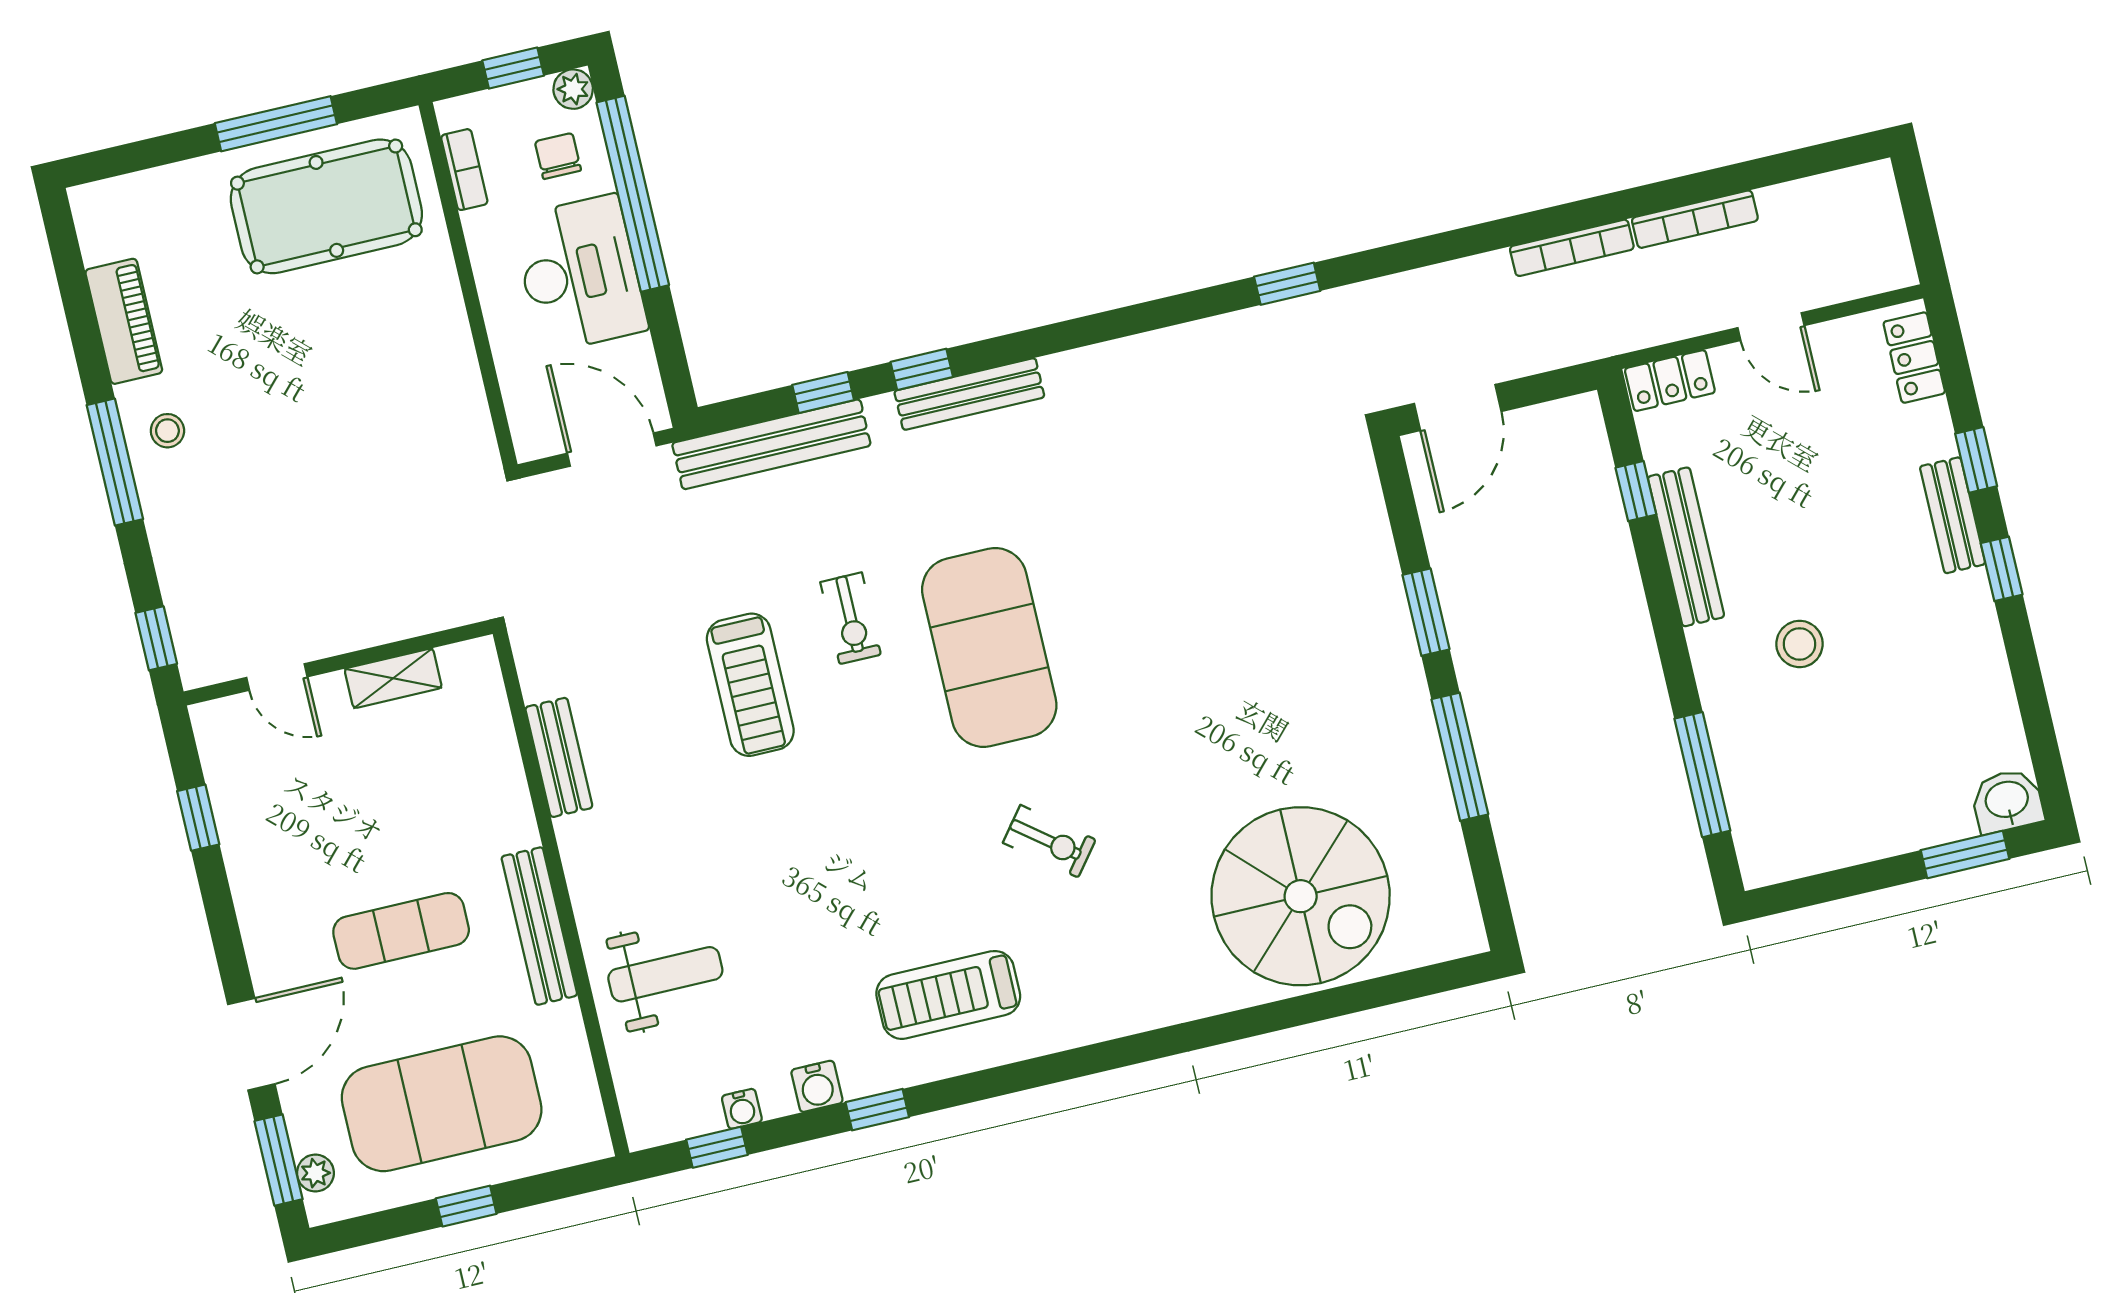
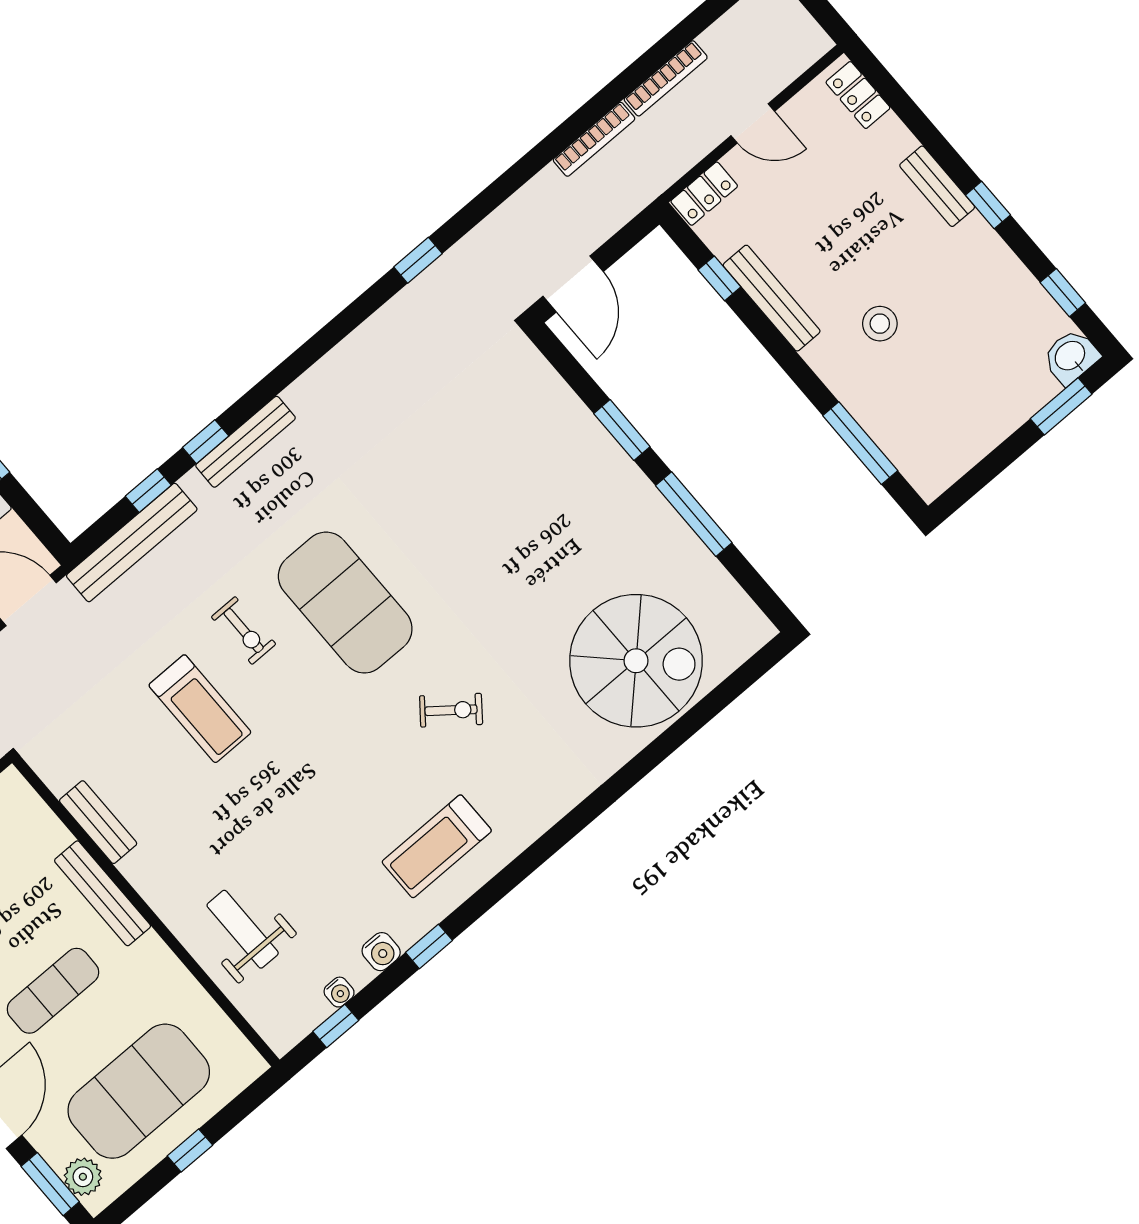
window: (1976, 460) -> (1063, 293), moved
bench: (539, 926) -> (103, 893), moved
weight bench: (665, 974) -> (243, 929), turned -90
plant: (315, 1173) -> (83, 1177), width x1.38, depth x1.38

